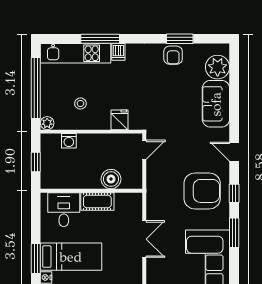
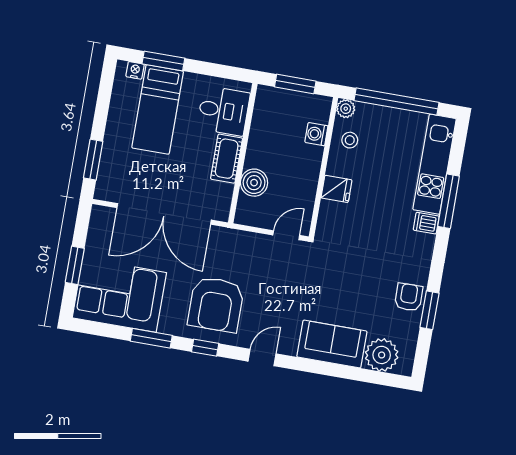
armchair: (173, 55) -> (409, 297), turned 89
stool: (80, 104) -> (350, 140), moved
fridge: (119, 120) -> (336, 189), moved
door: (144, 150) -> (286, 235), swing flipped
window: (36, 162) -> (295, 84), width x1.50
double door: (144, 239) -> (164, 214), width x1.87

